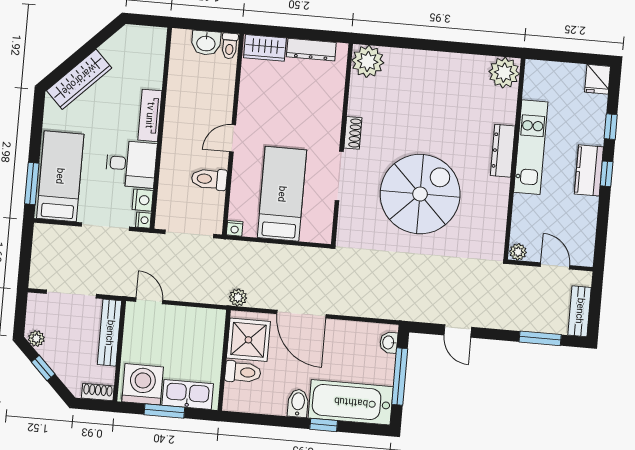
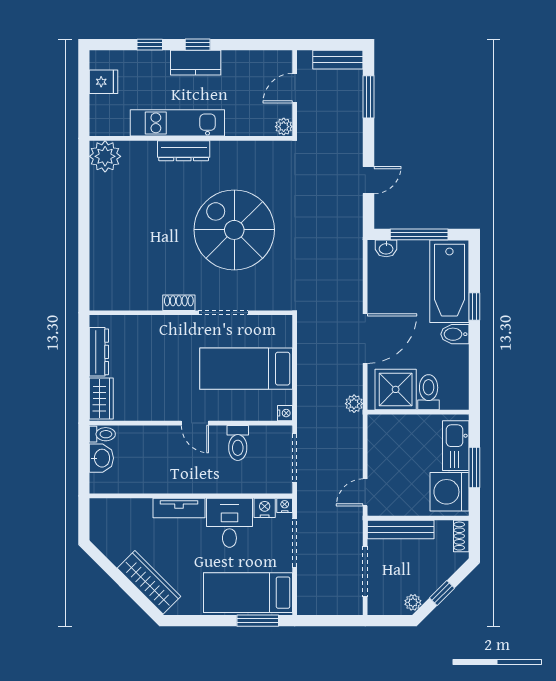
plant: (368, 61) -> (106, 294), removed
fridge: (598, 79) -> (103, 82), moved

